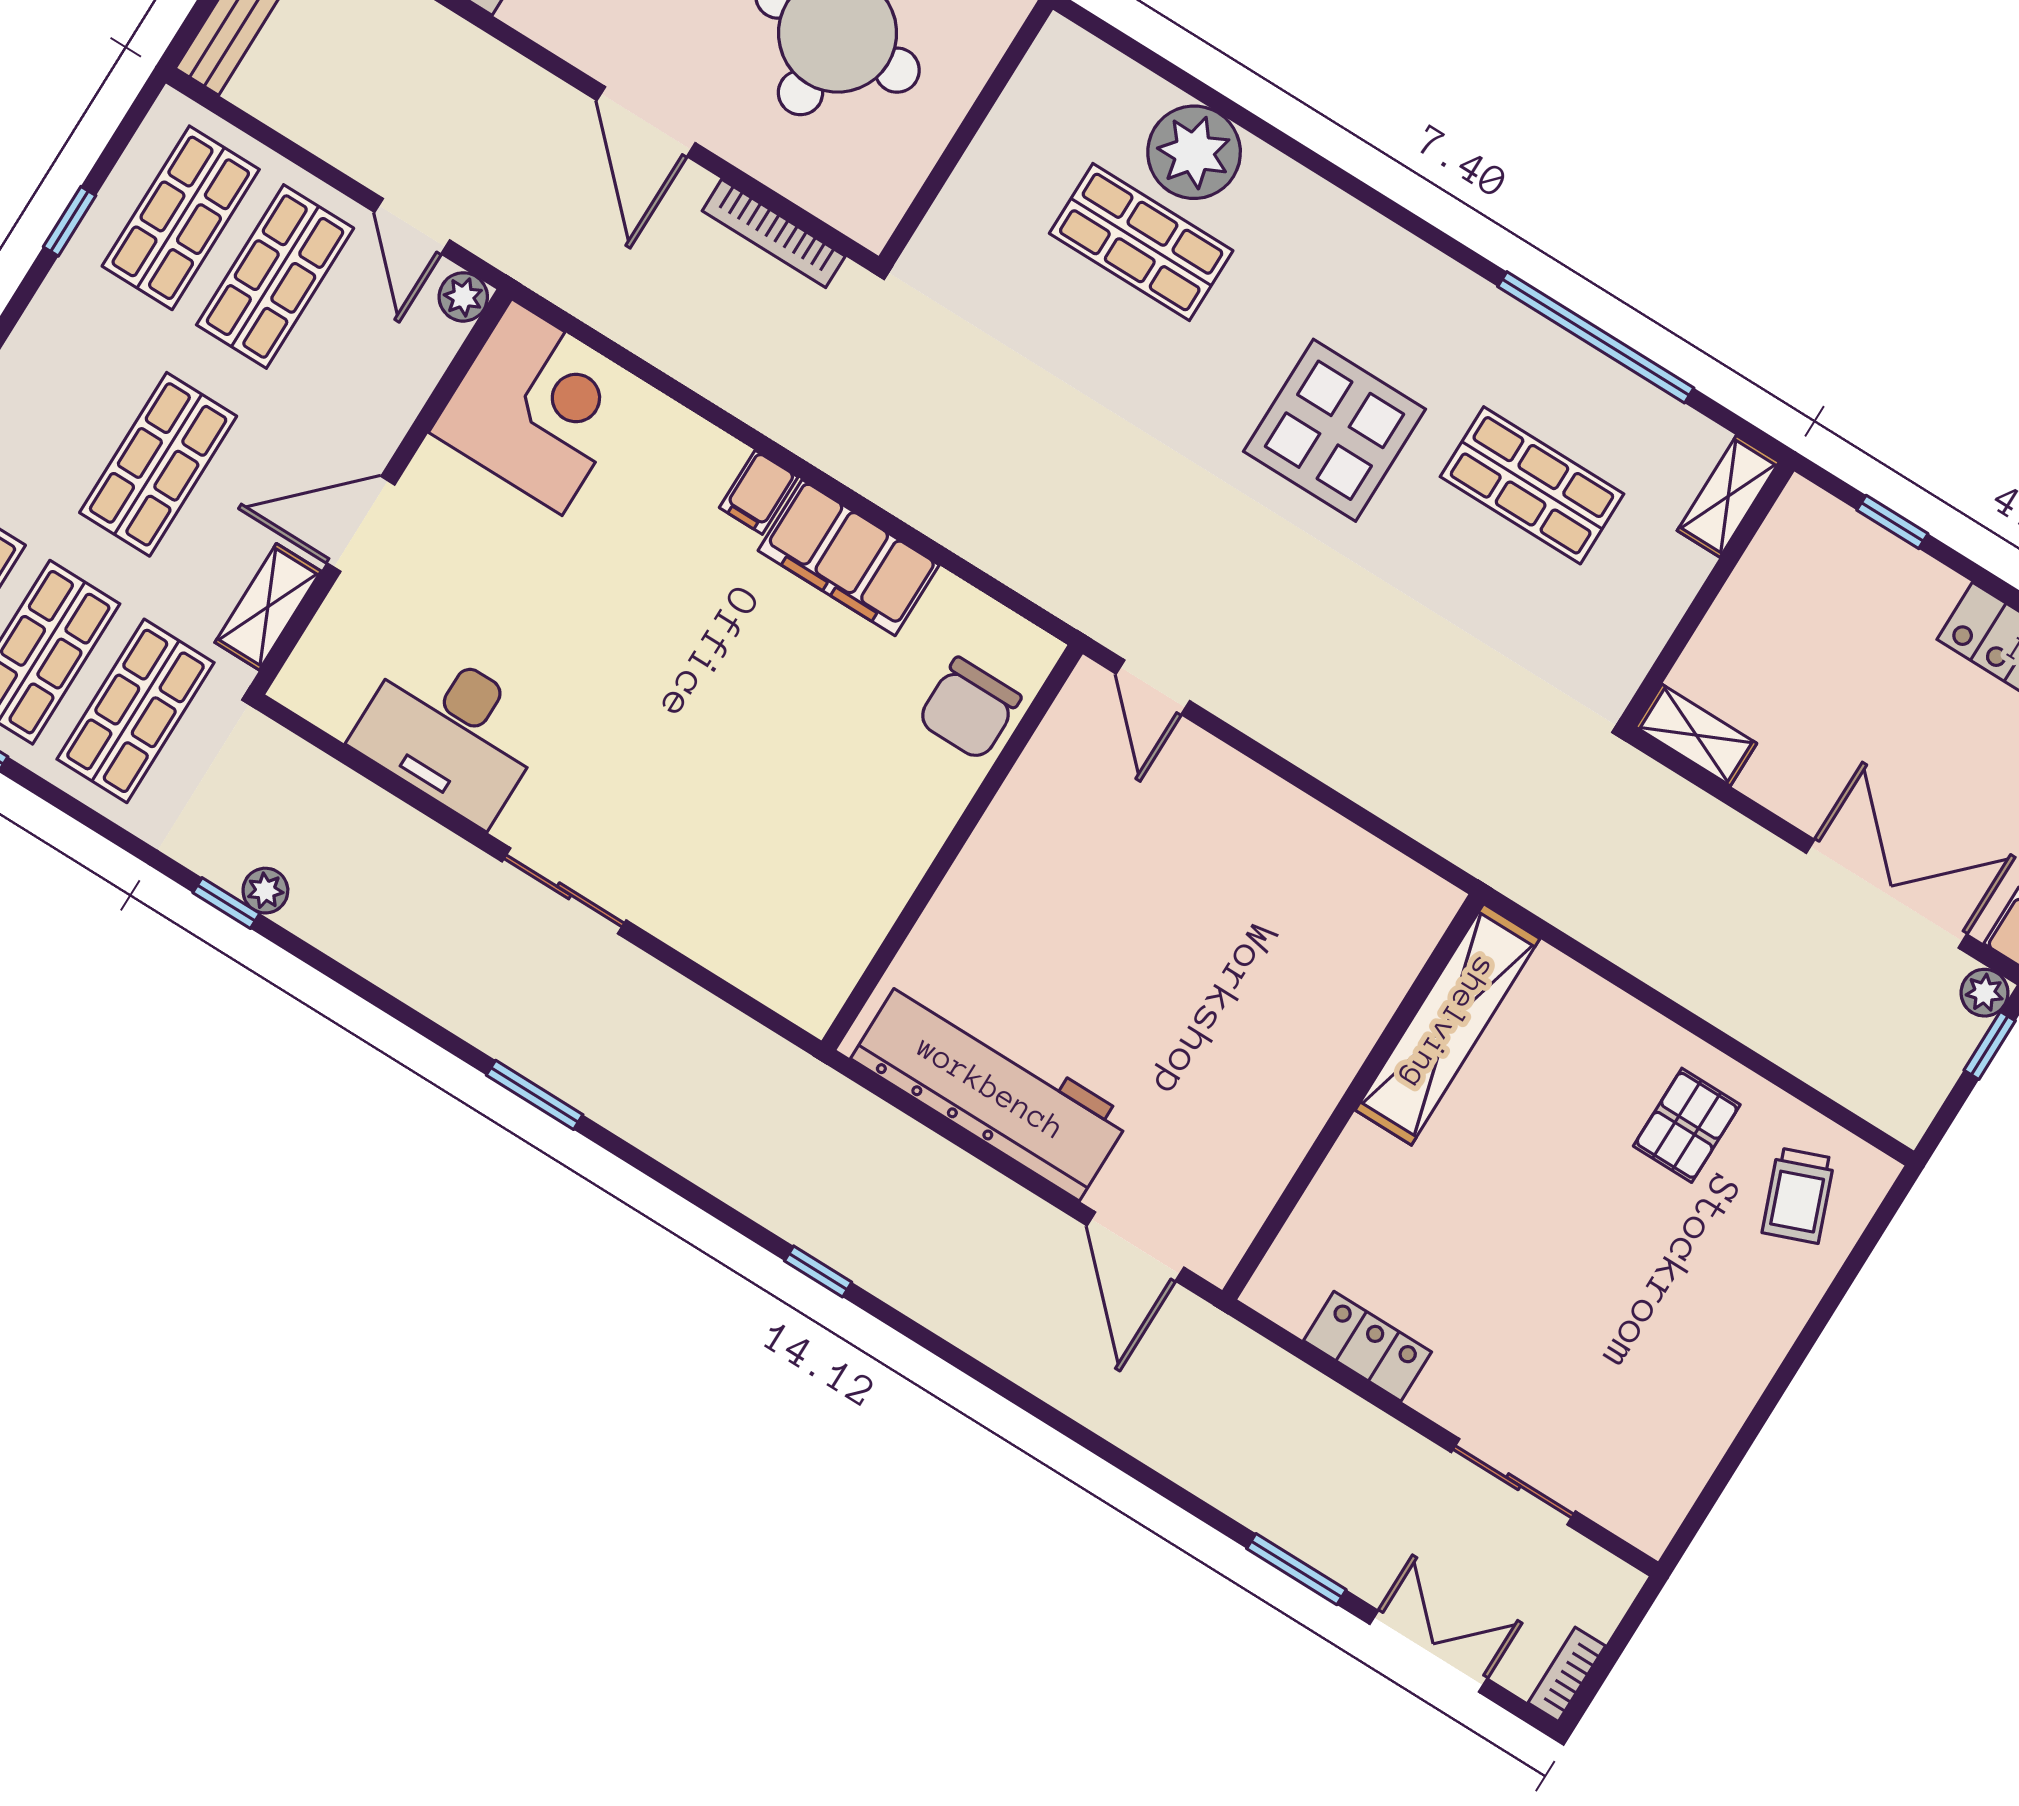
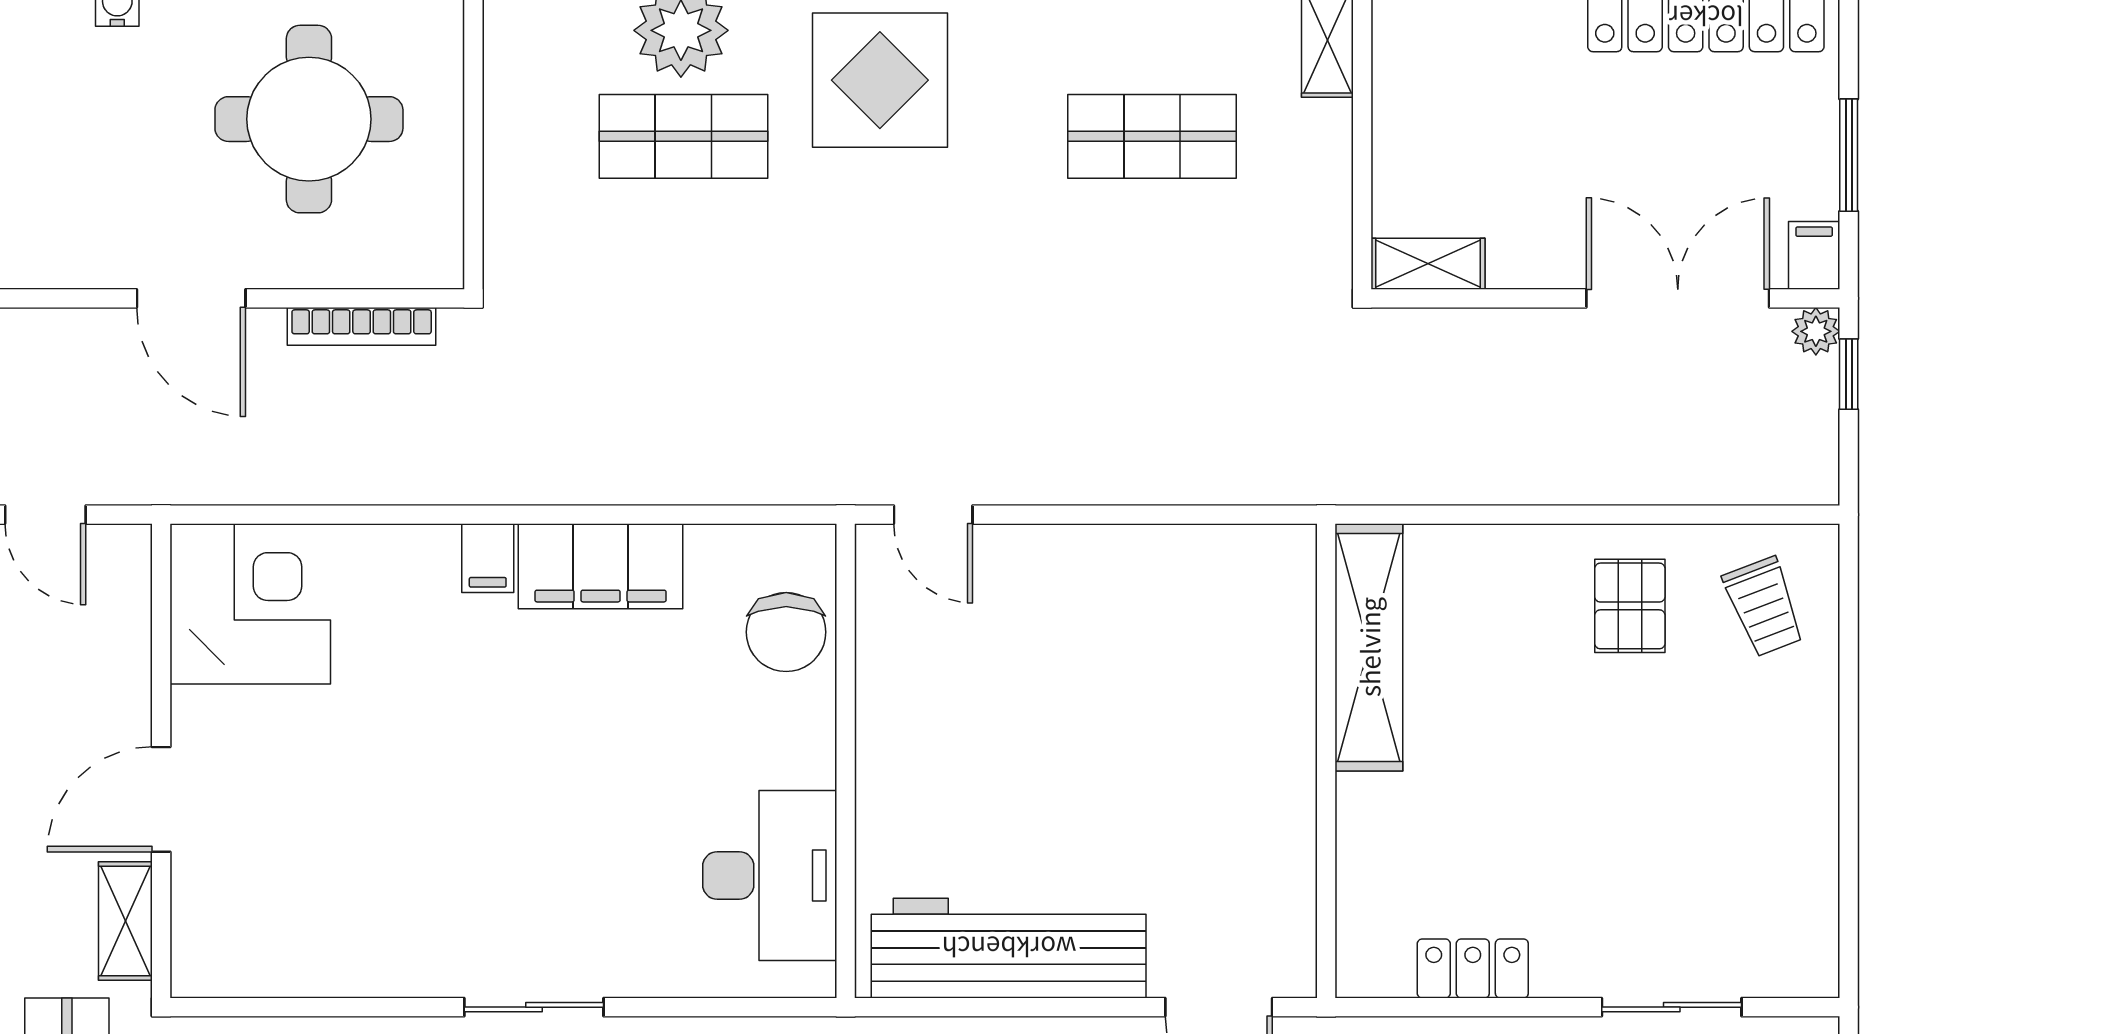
plant: (463, 297) -> (127, 548), removed
display table: (1334, 430) -> (880, 80), moved
desk: (451, 732) -> (770, 876), moved, turned -90

